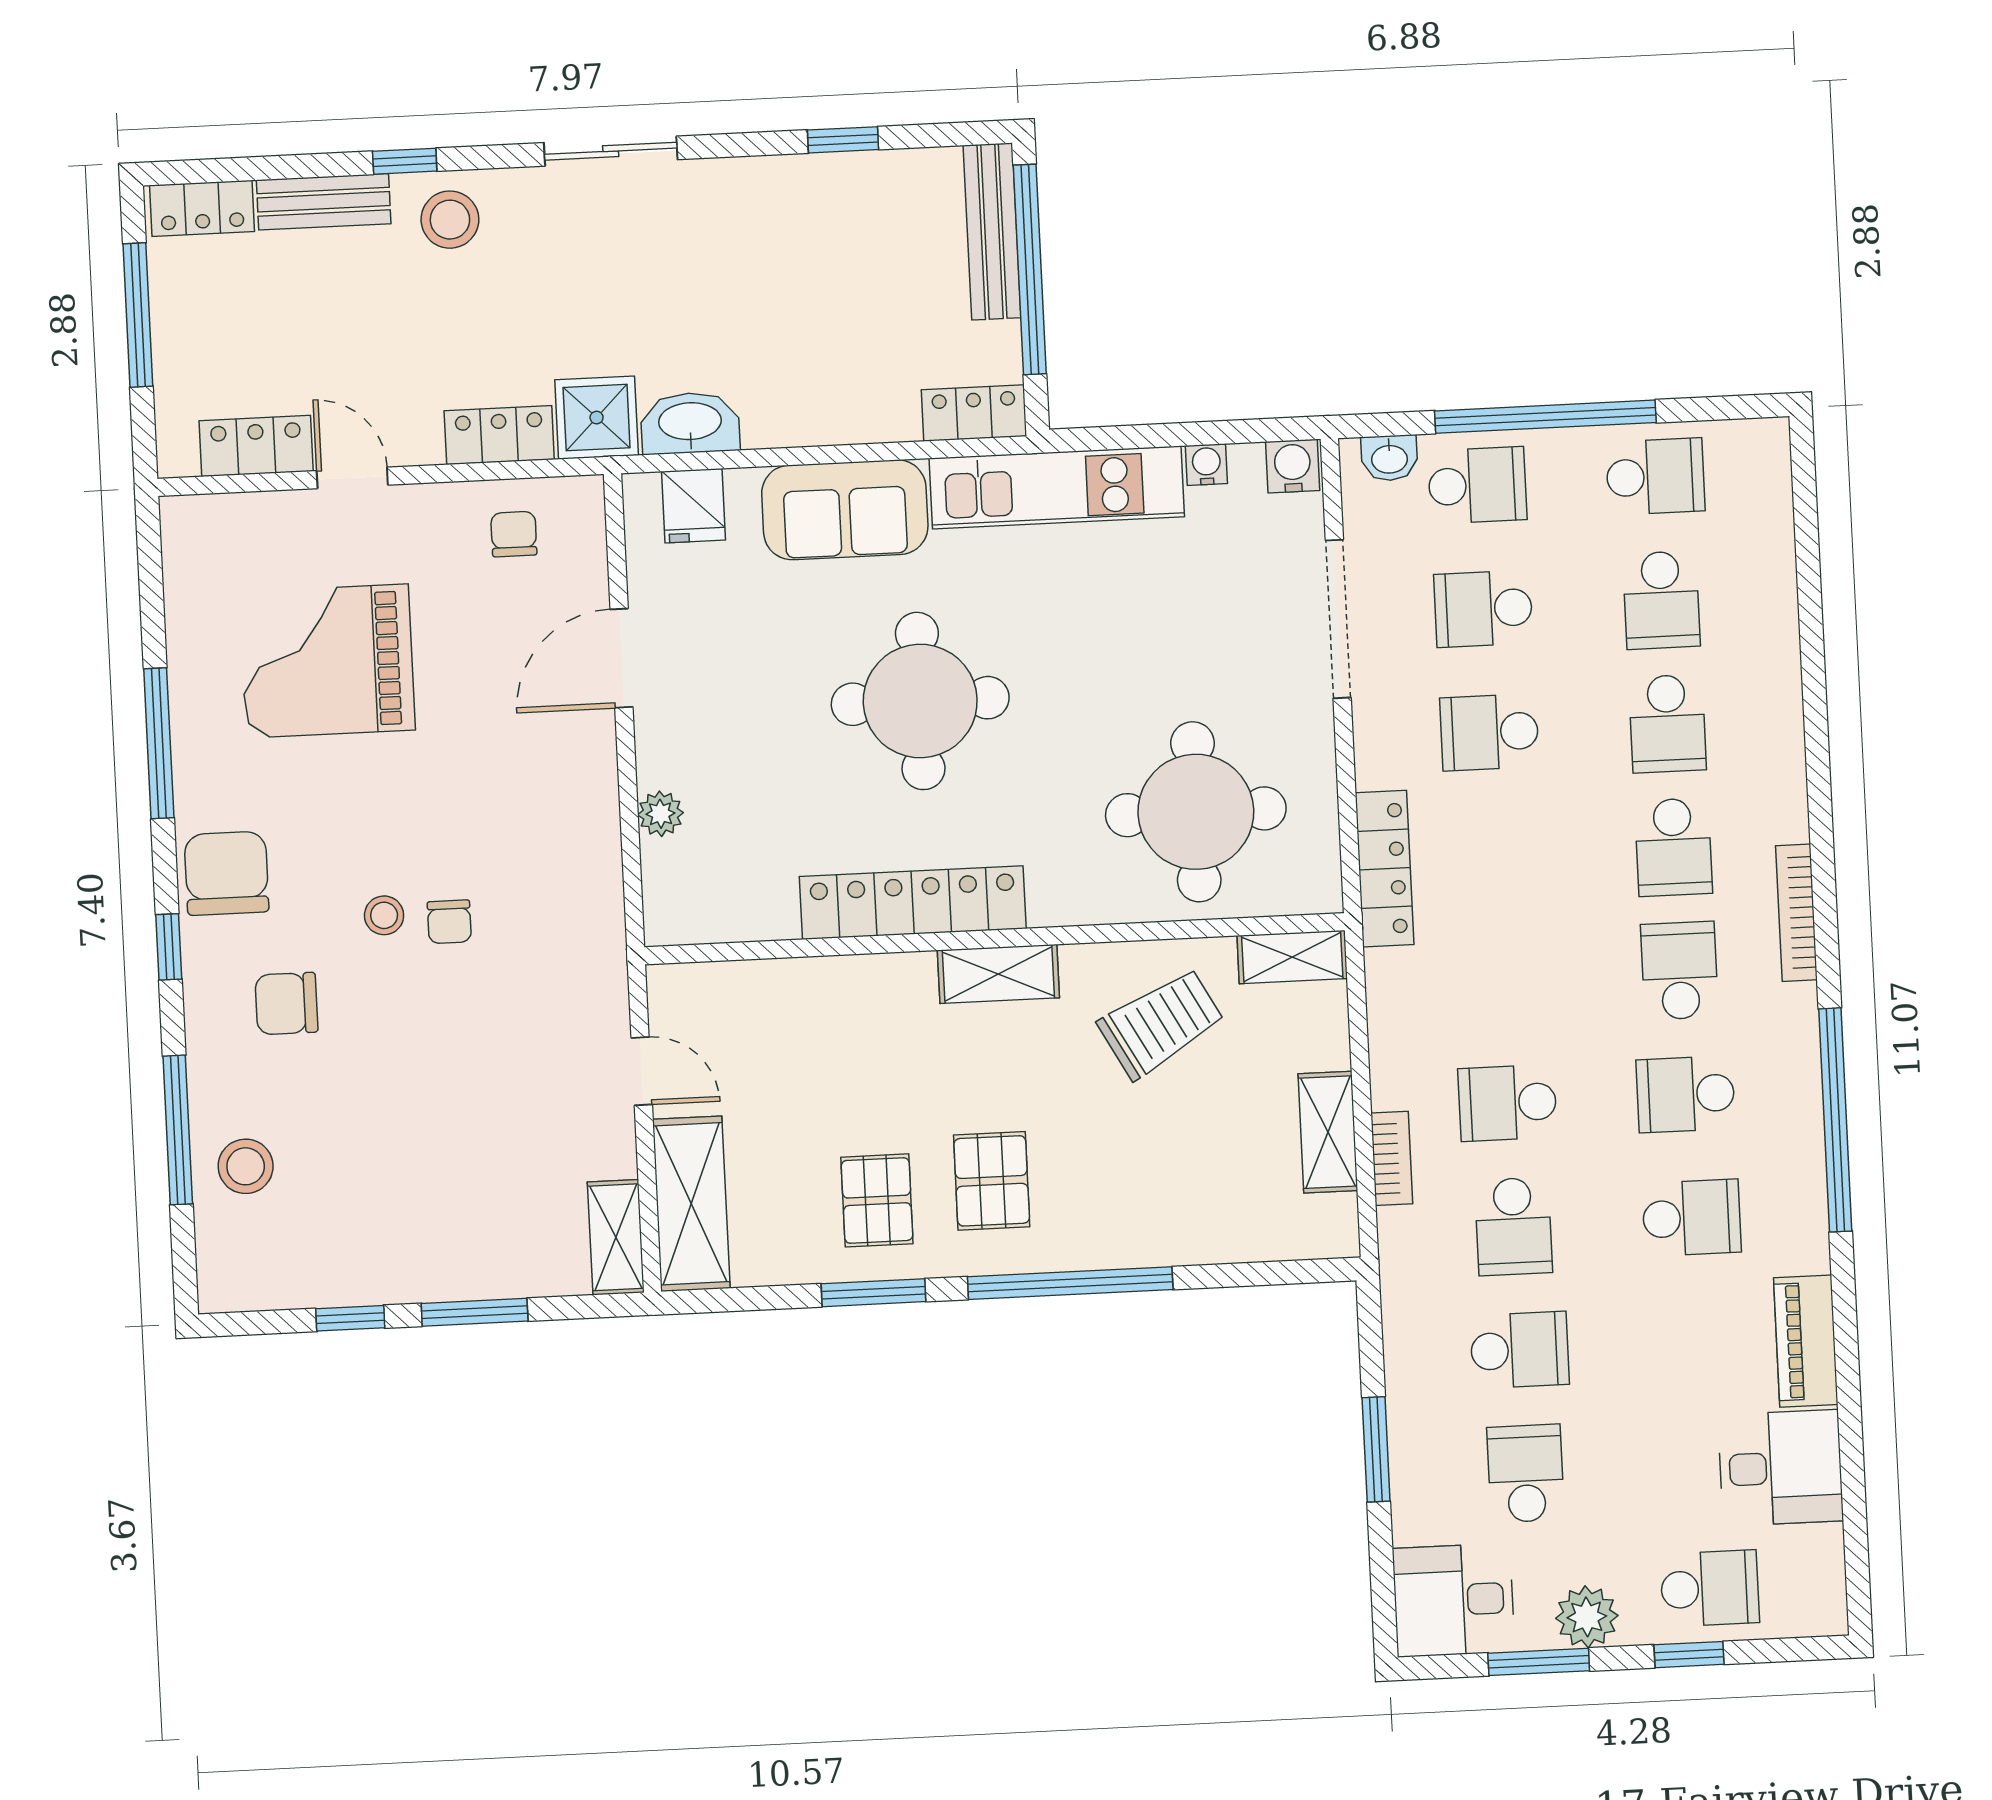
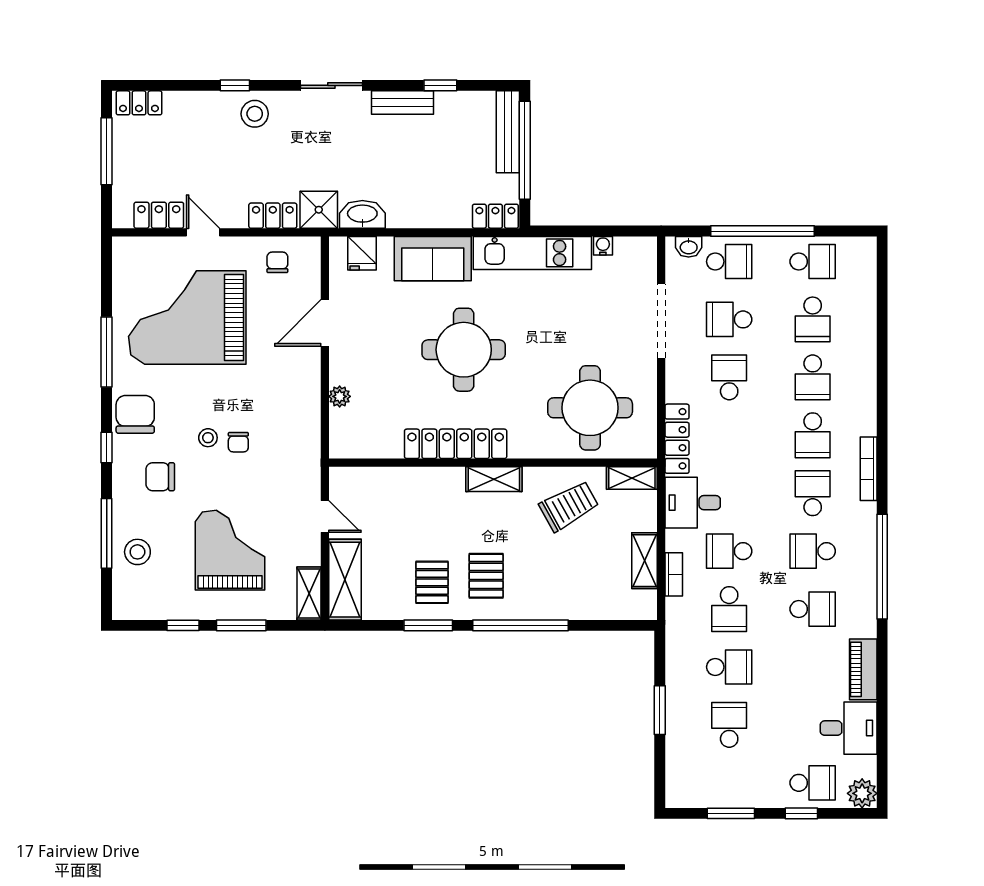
bench: (324, 202) -> (403, 103), moved
water cooler: (1293, 466) -> (643, 248), removed
grand piano: (327, 661) -> (187, 317), width x1.37, depth x1.48
school desk: (1489, 732) -> (729, 377), turned 90
grand piano: (443, 1153) -> (230, 550), added
desk: (1454, 1600) -> (693, 503), moved
plant: (1587, 1617) -> (862, 793), moved

